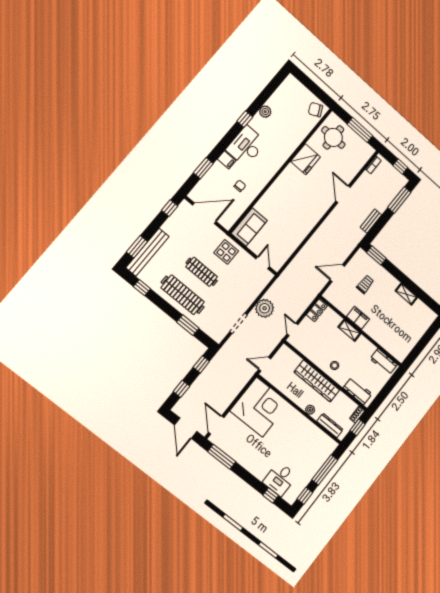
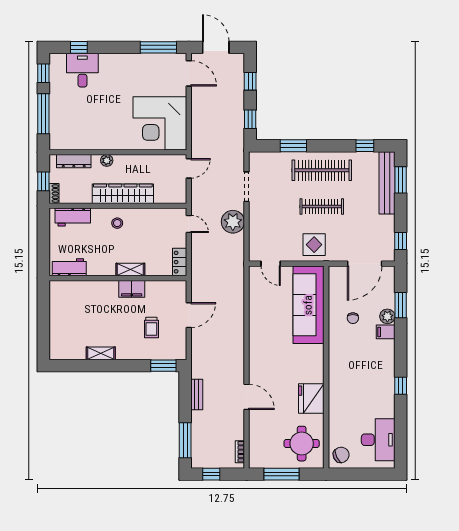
plant: (265, 112) -> (387, 316), moved
desk: (246, 146) -> (378, 440), moved
sofa: (249, 227) -> (308, 305), width x1.85, depth x1.27

